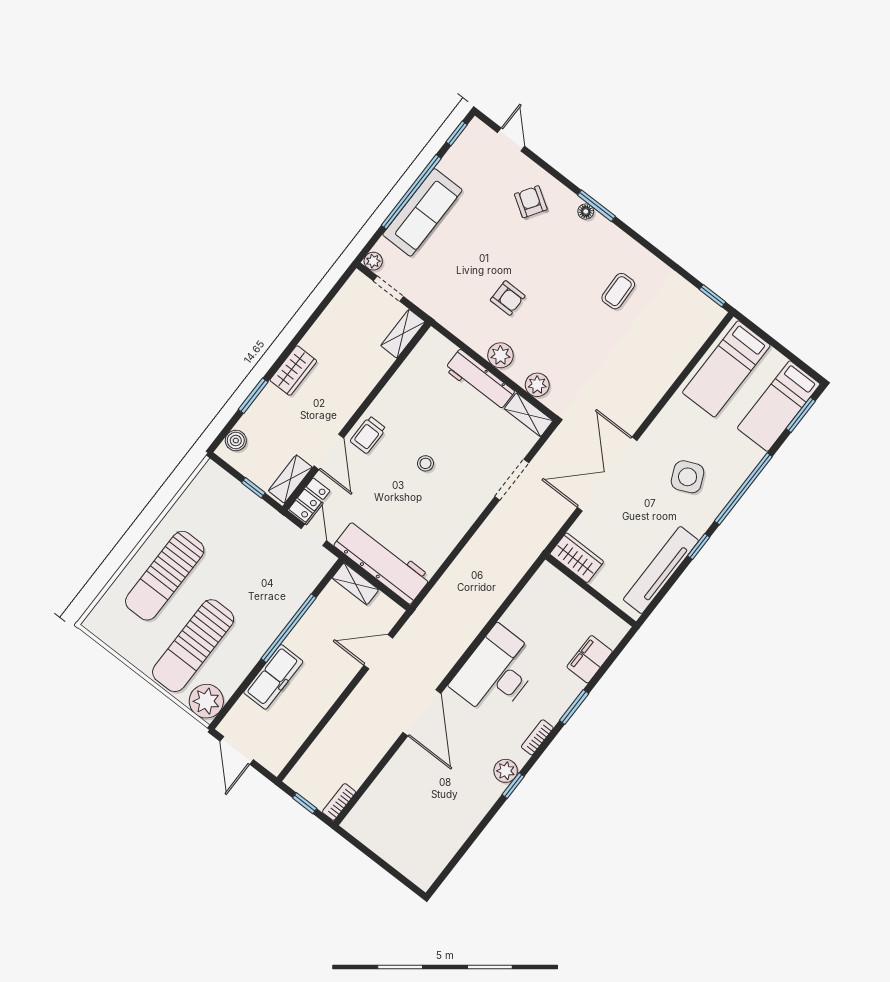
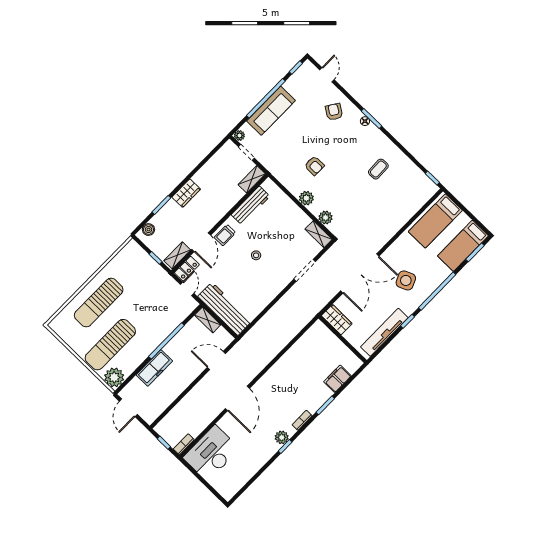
workbench: (480, 380) -> (251, 206), moved, turned -90
double door: (607, 474) -> (360, 273), swing flipped
desk: (496, 672) -> (211, 453), moved

